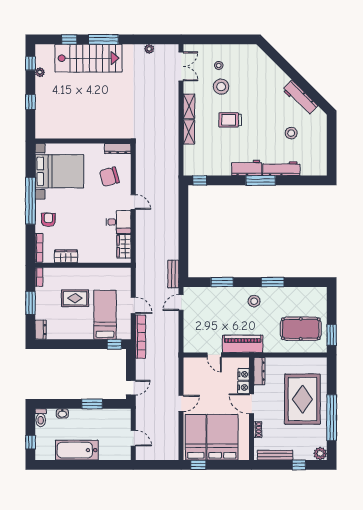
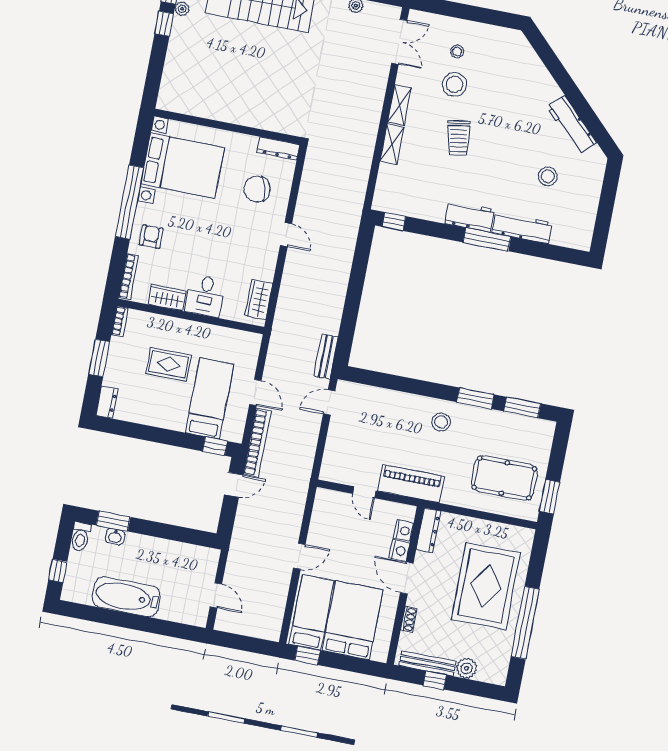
window: (30, 102) -> (164, 24), moved
trolley: (230, 120) -> (458, 138), turned -99
desk: (118, 222) -> (205, 296), moved, turned 90
window: (222, 282) -> (522, 407), moved
door: (131, 388) -> (234, 485), moved
window: (92, 404) -> (113, 521), moved
plant: (320, 453) -> (466, 668), moved
window: (299, 465) -> (435, 680), moved

